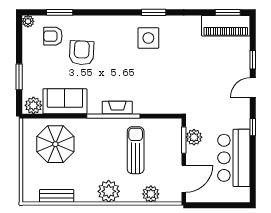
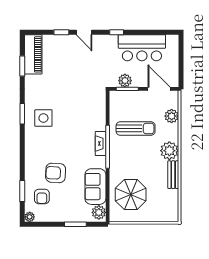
window: (228, 12) -> (22, 66), moved
sun lounger: (136, 150) -> (136, 129), turned 180
bench: (57, 196) -> (173, 175), moved

